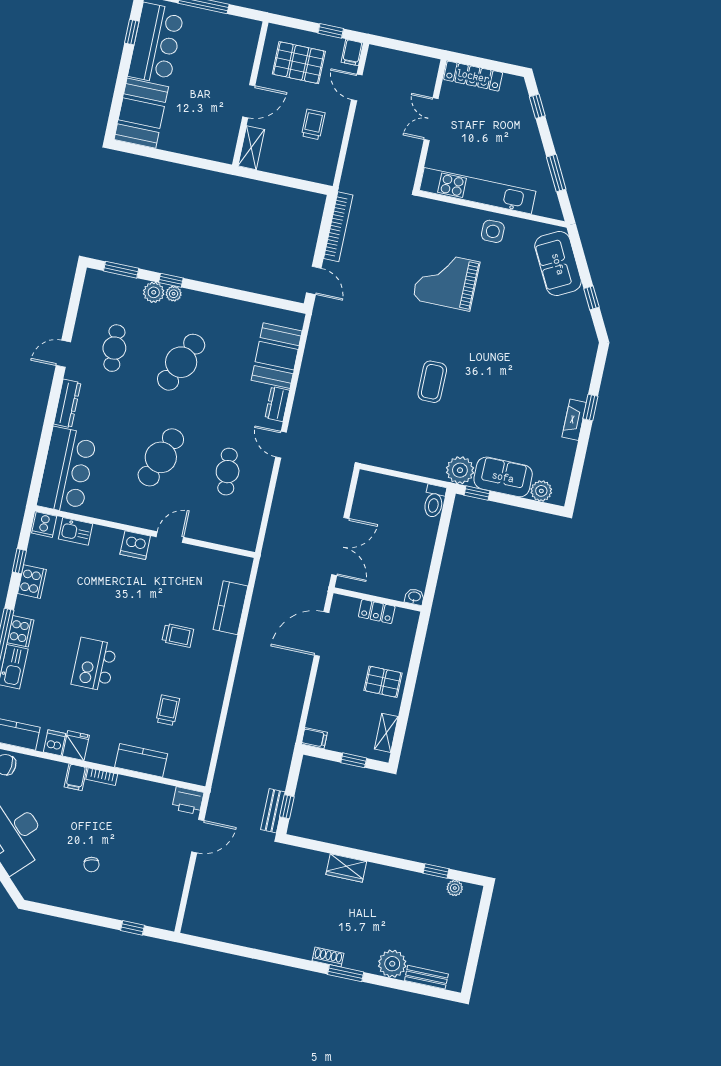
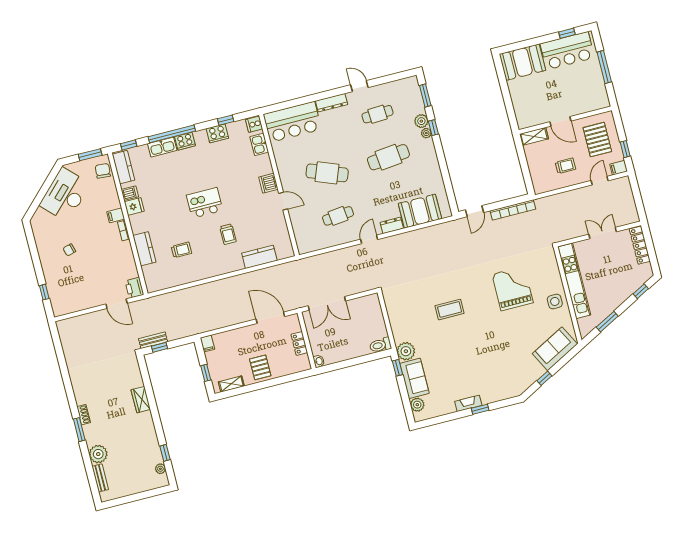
cafe table: (181, 362) -> (388, 157), turned -30
kitchen island: (94, 664) -> (205, 203), moved

